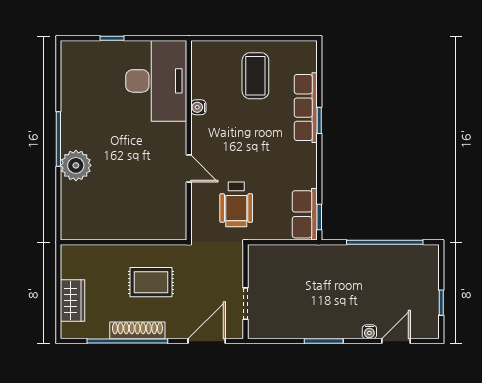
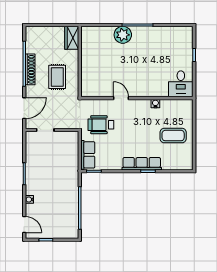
desk: (156, 81) -> (181, 84), width x0.53, depth x0.77
row of seats: (306, 108) -> (142, 164), moved
door: (189, 168) -> (121, 98), swing flipped
row of seats: (305, 214) -> (88, 155), moved, turned 90
wardrobe: (73, 301) -> (72, 38), moved, turned 90
door: (207, 341) -> (24, 108), hinge flipped
door: (396, 341) -> (24, 225), moved

